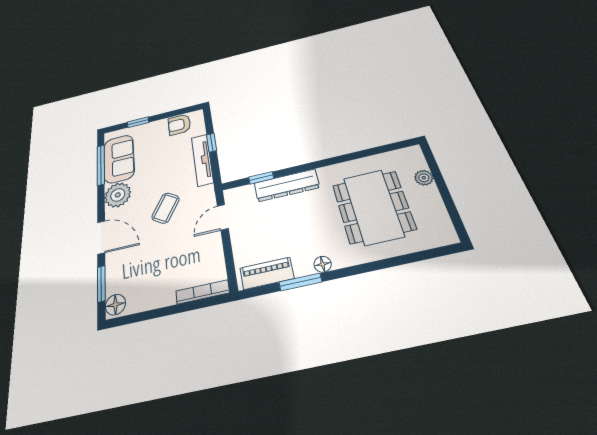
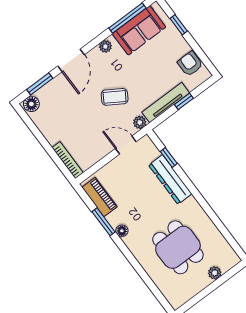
plant: (207, 193) -> (140, 122), added
plant: (118, 195) -> (105, 46), width x0.53, depth x0.53
dining table: (373, 207) -> (178, 247), width x0.73

